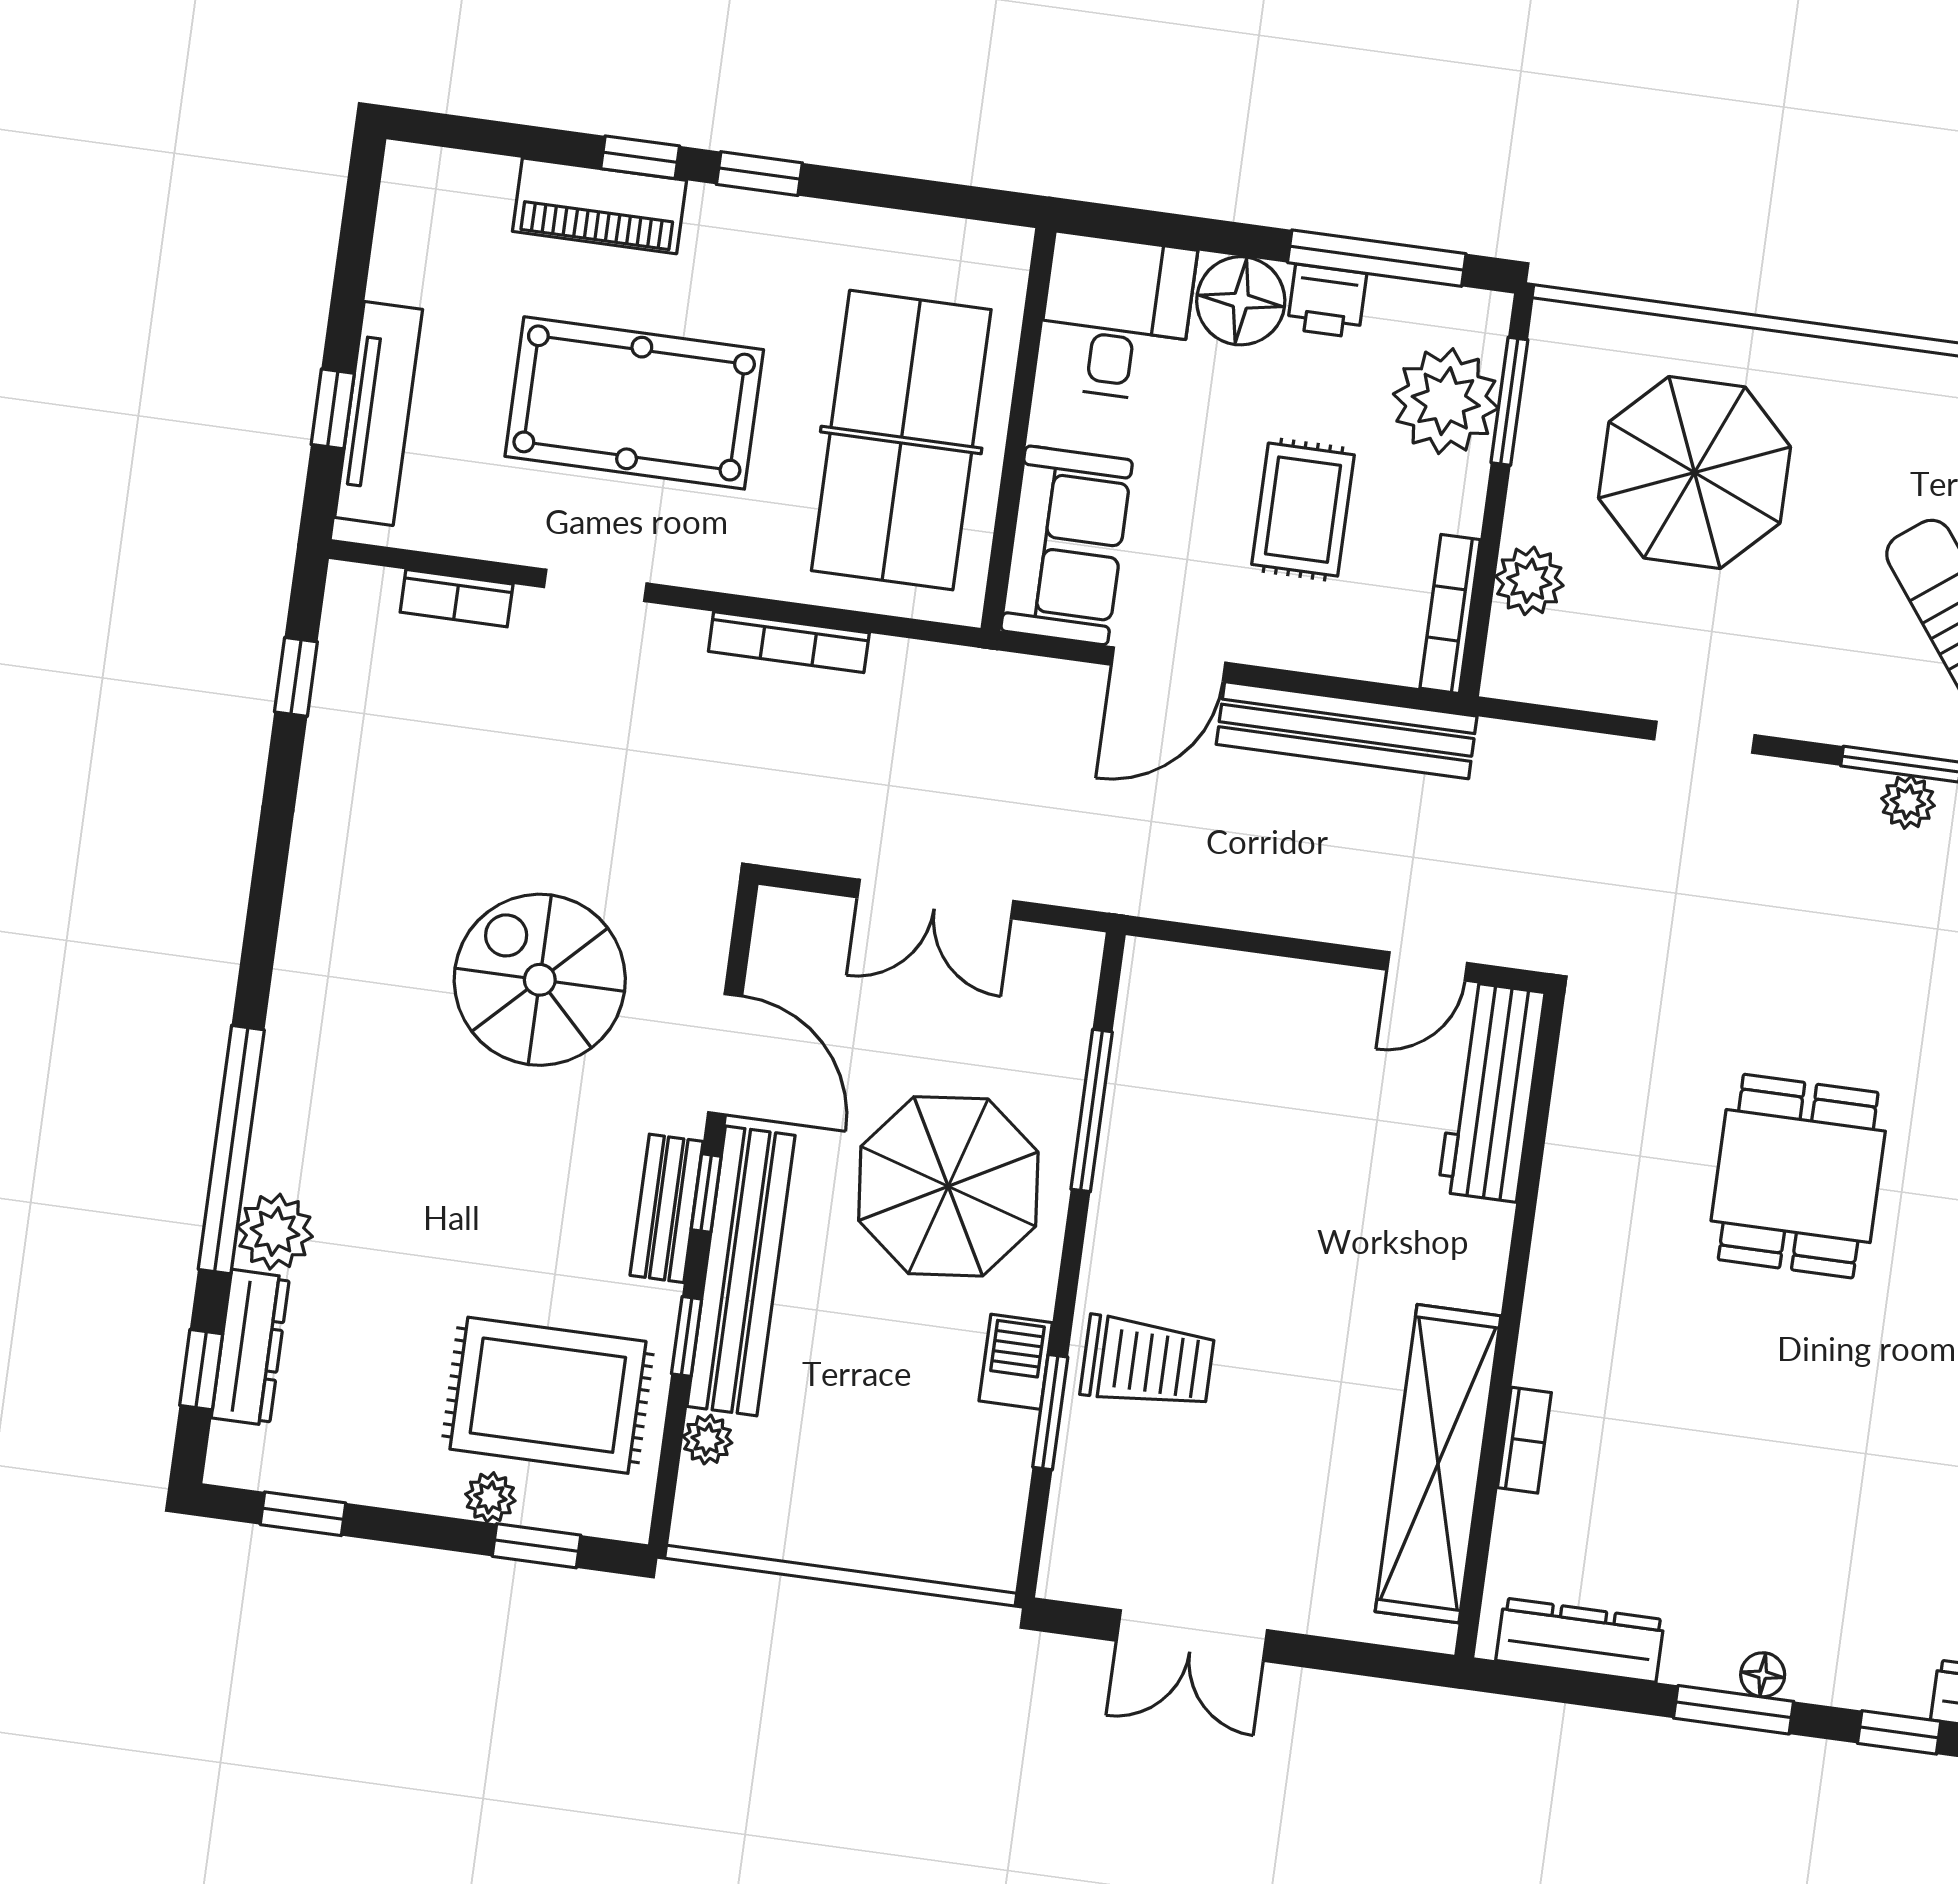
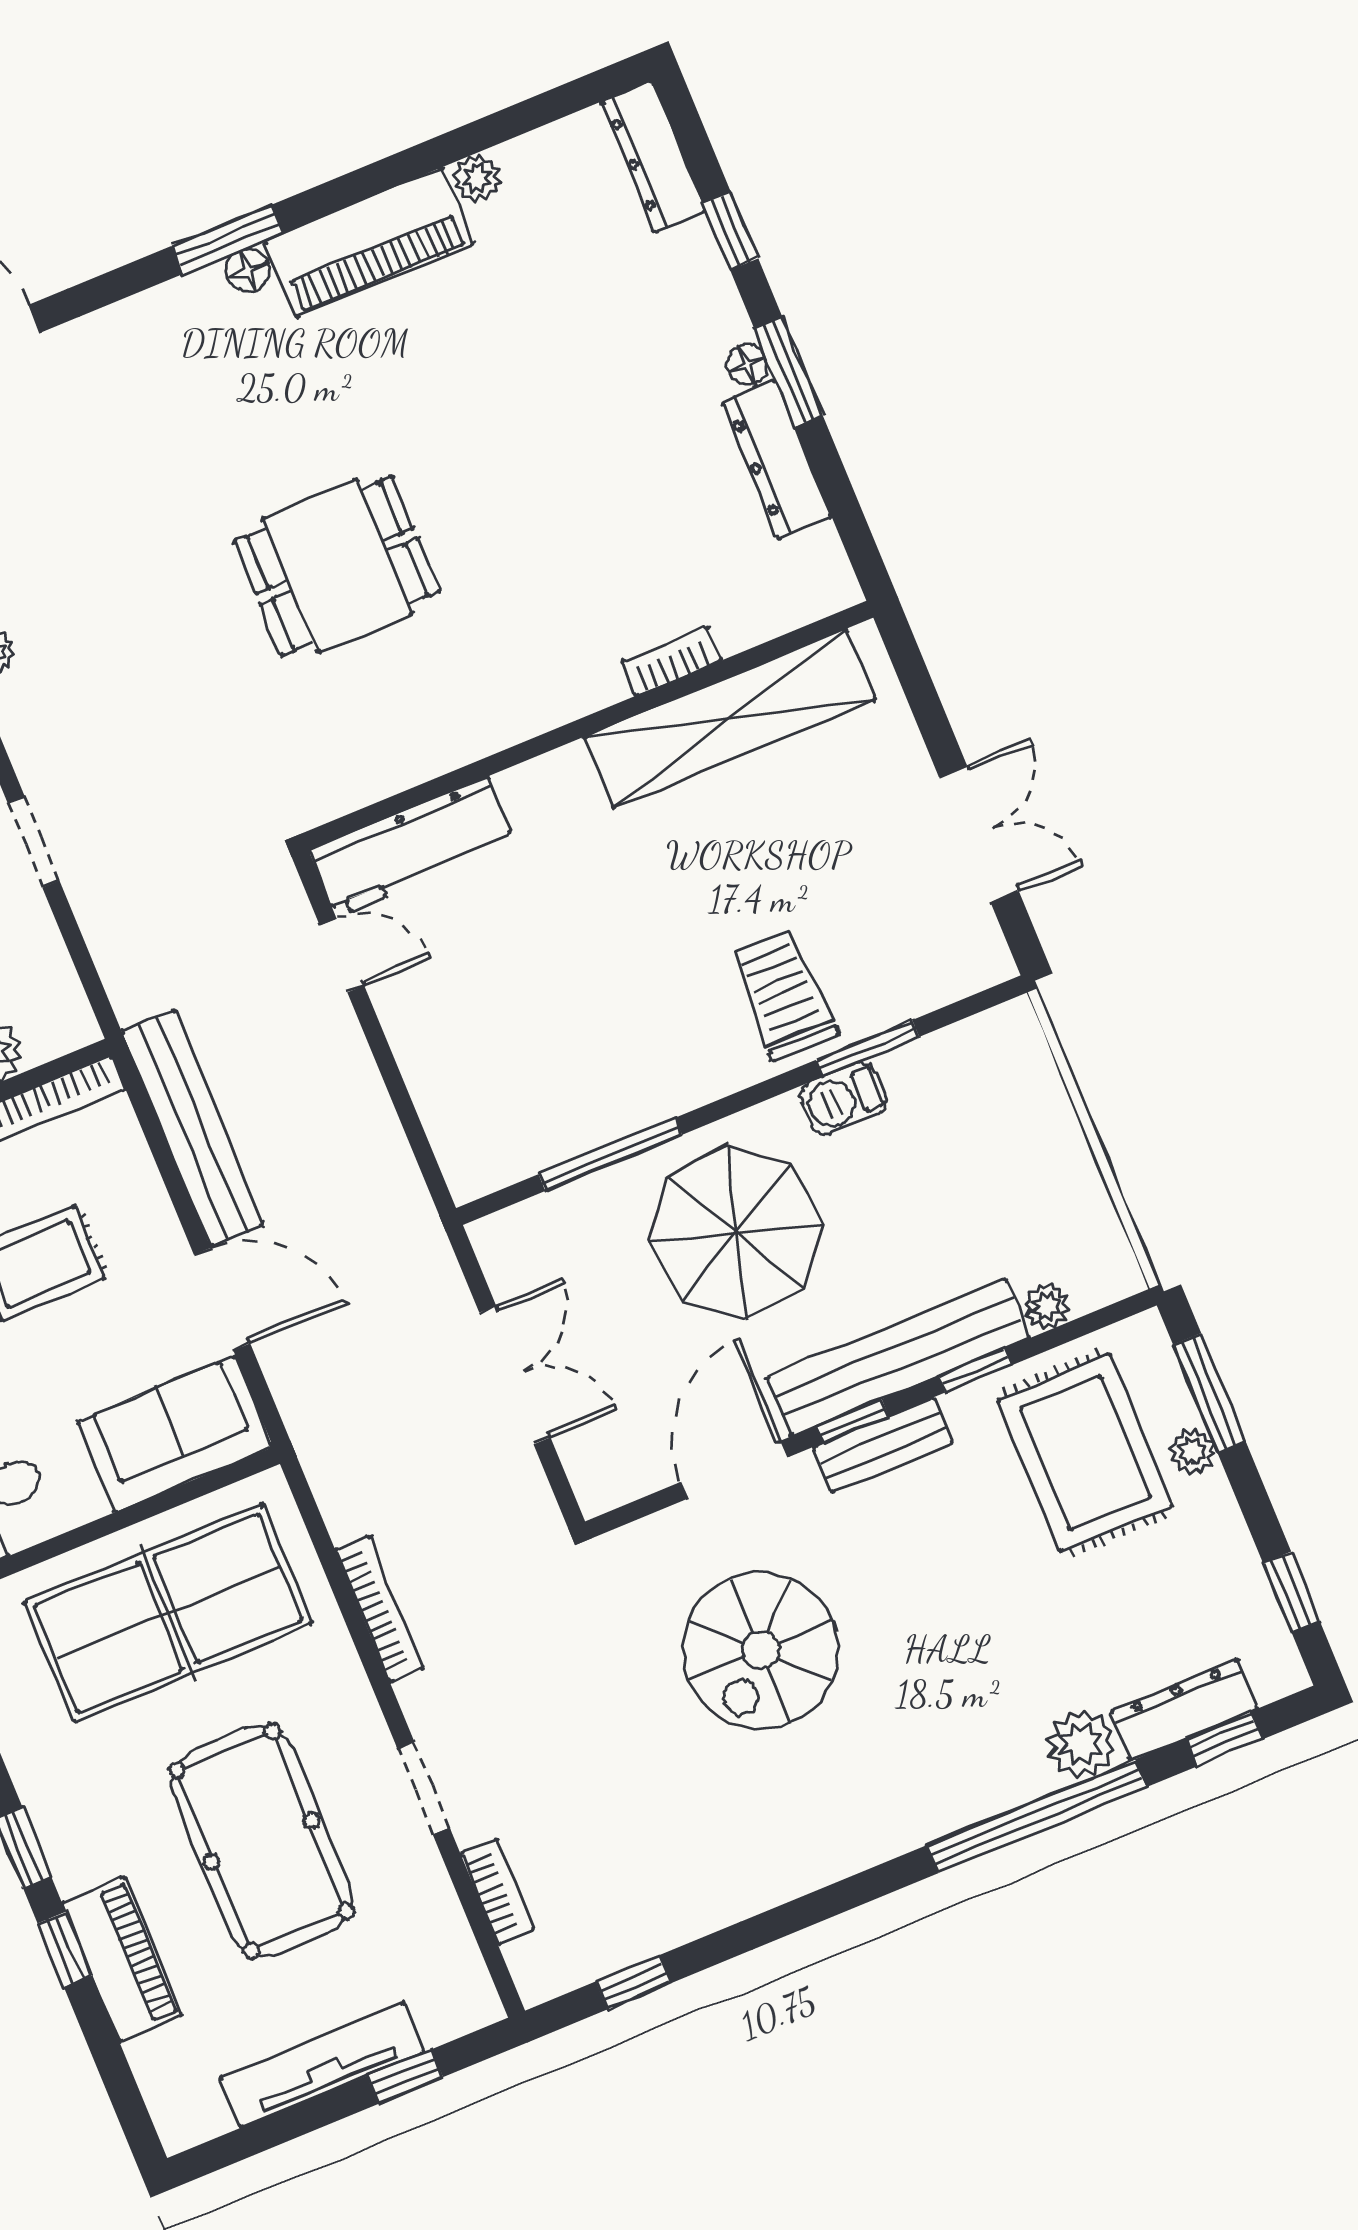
tv unit: (379, 413) -> (322, 2065), moved
window: (537, 1546) -> (1209, 1393), width x1.50
dresser: (1580, 1640) -> (777, 460), moved

